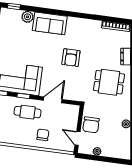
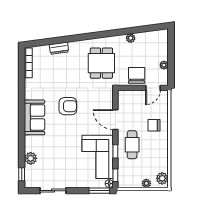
sofa: (50, 23) -> (34, 117), moved
dining table: (109, 82) -> (101, 63), moved
chair: (91, 125) -> (137, 75), turned -90

